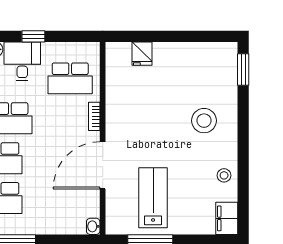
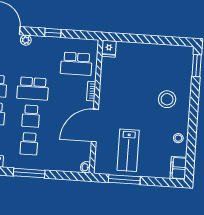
fridge: (142, 54) -> (109, 49), moved
desk: (22, 61) -> (44, 50), removed
lab bench: (153, 198) -> (128, 150), turned 180

